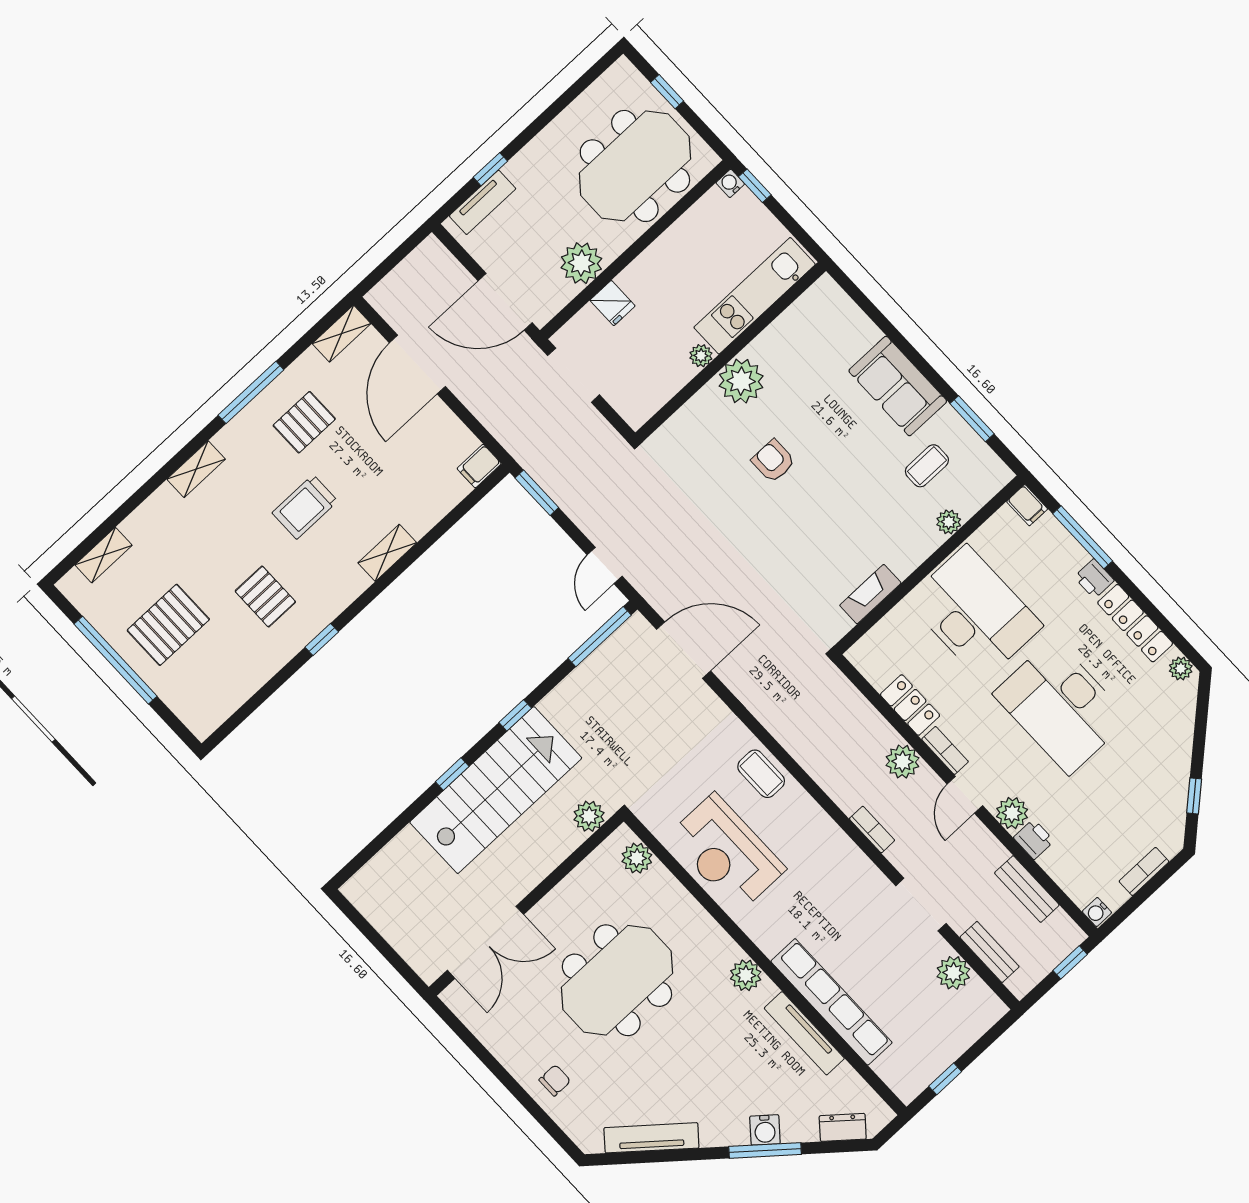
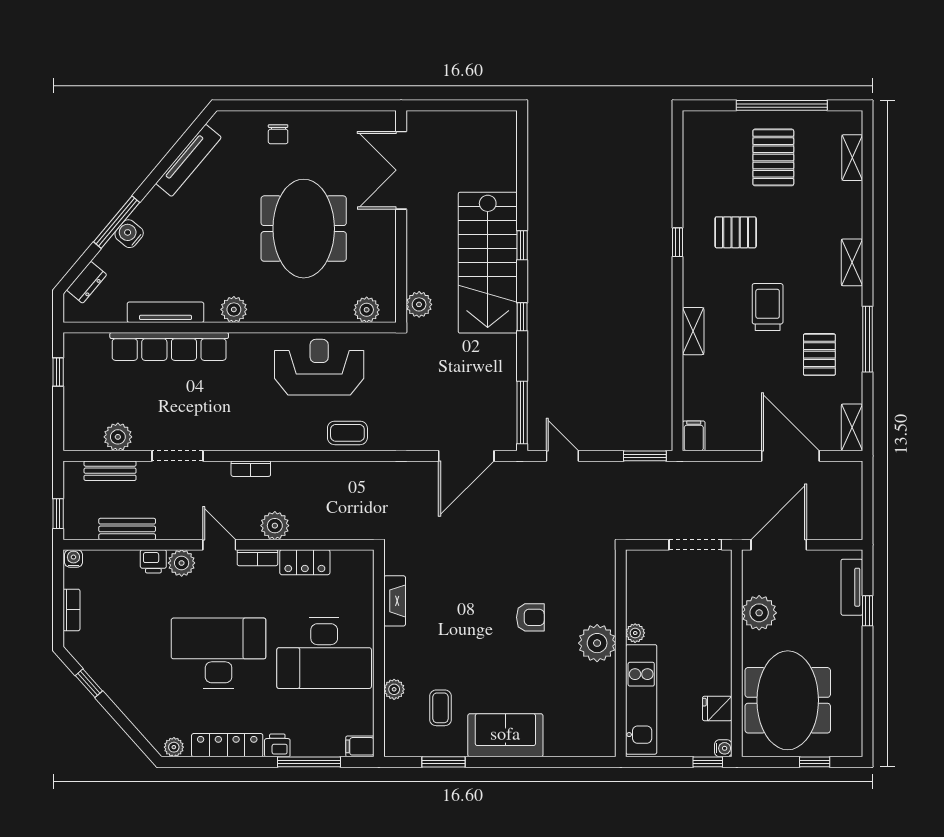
fridge: (613, 303) -> (717, 708), moved

